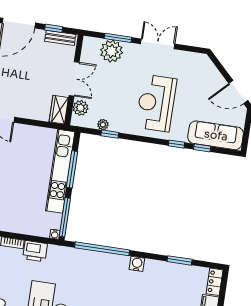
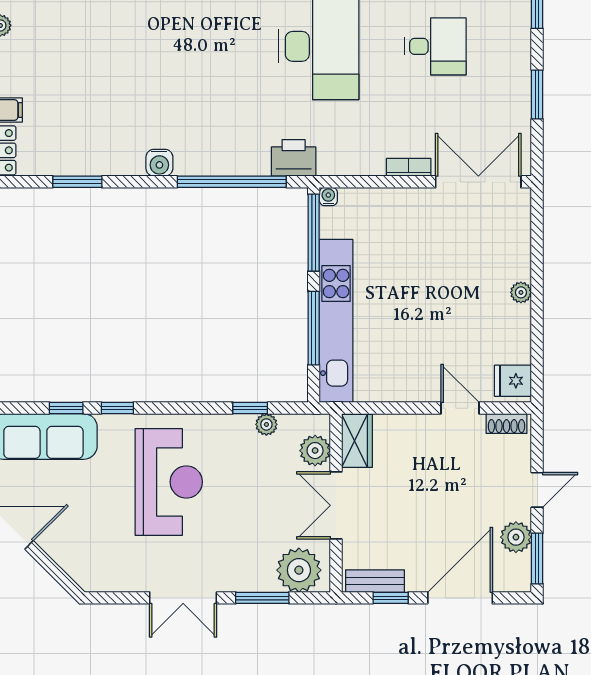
plant: (111, 51) -> (299, 570), moved
printer: (35, 251) -> (294, 158), moved

